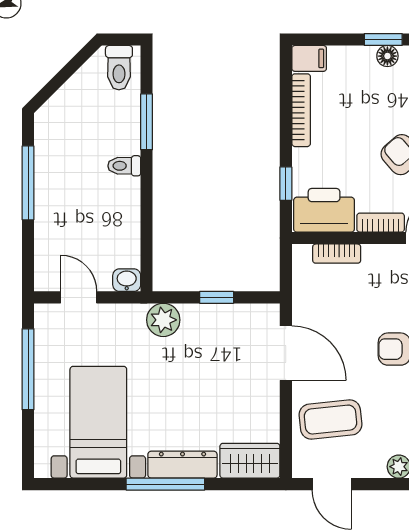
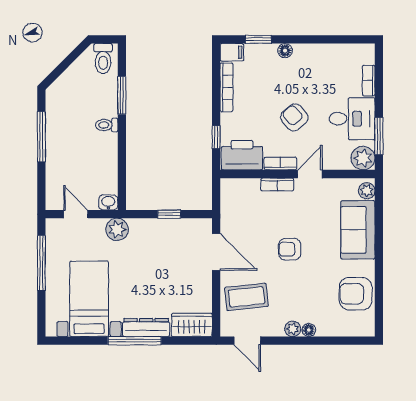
window: (383, 39) -> (258, 39), moved
bookcase: (337, 254) -> (277, 185), moved
plant: (163, 320) -> (117, 229), moved

